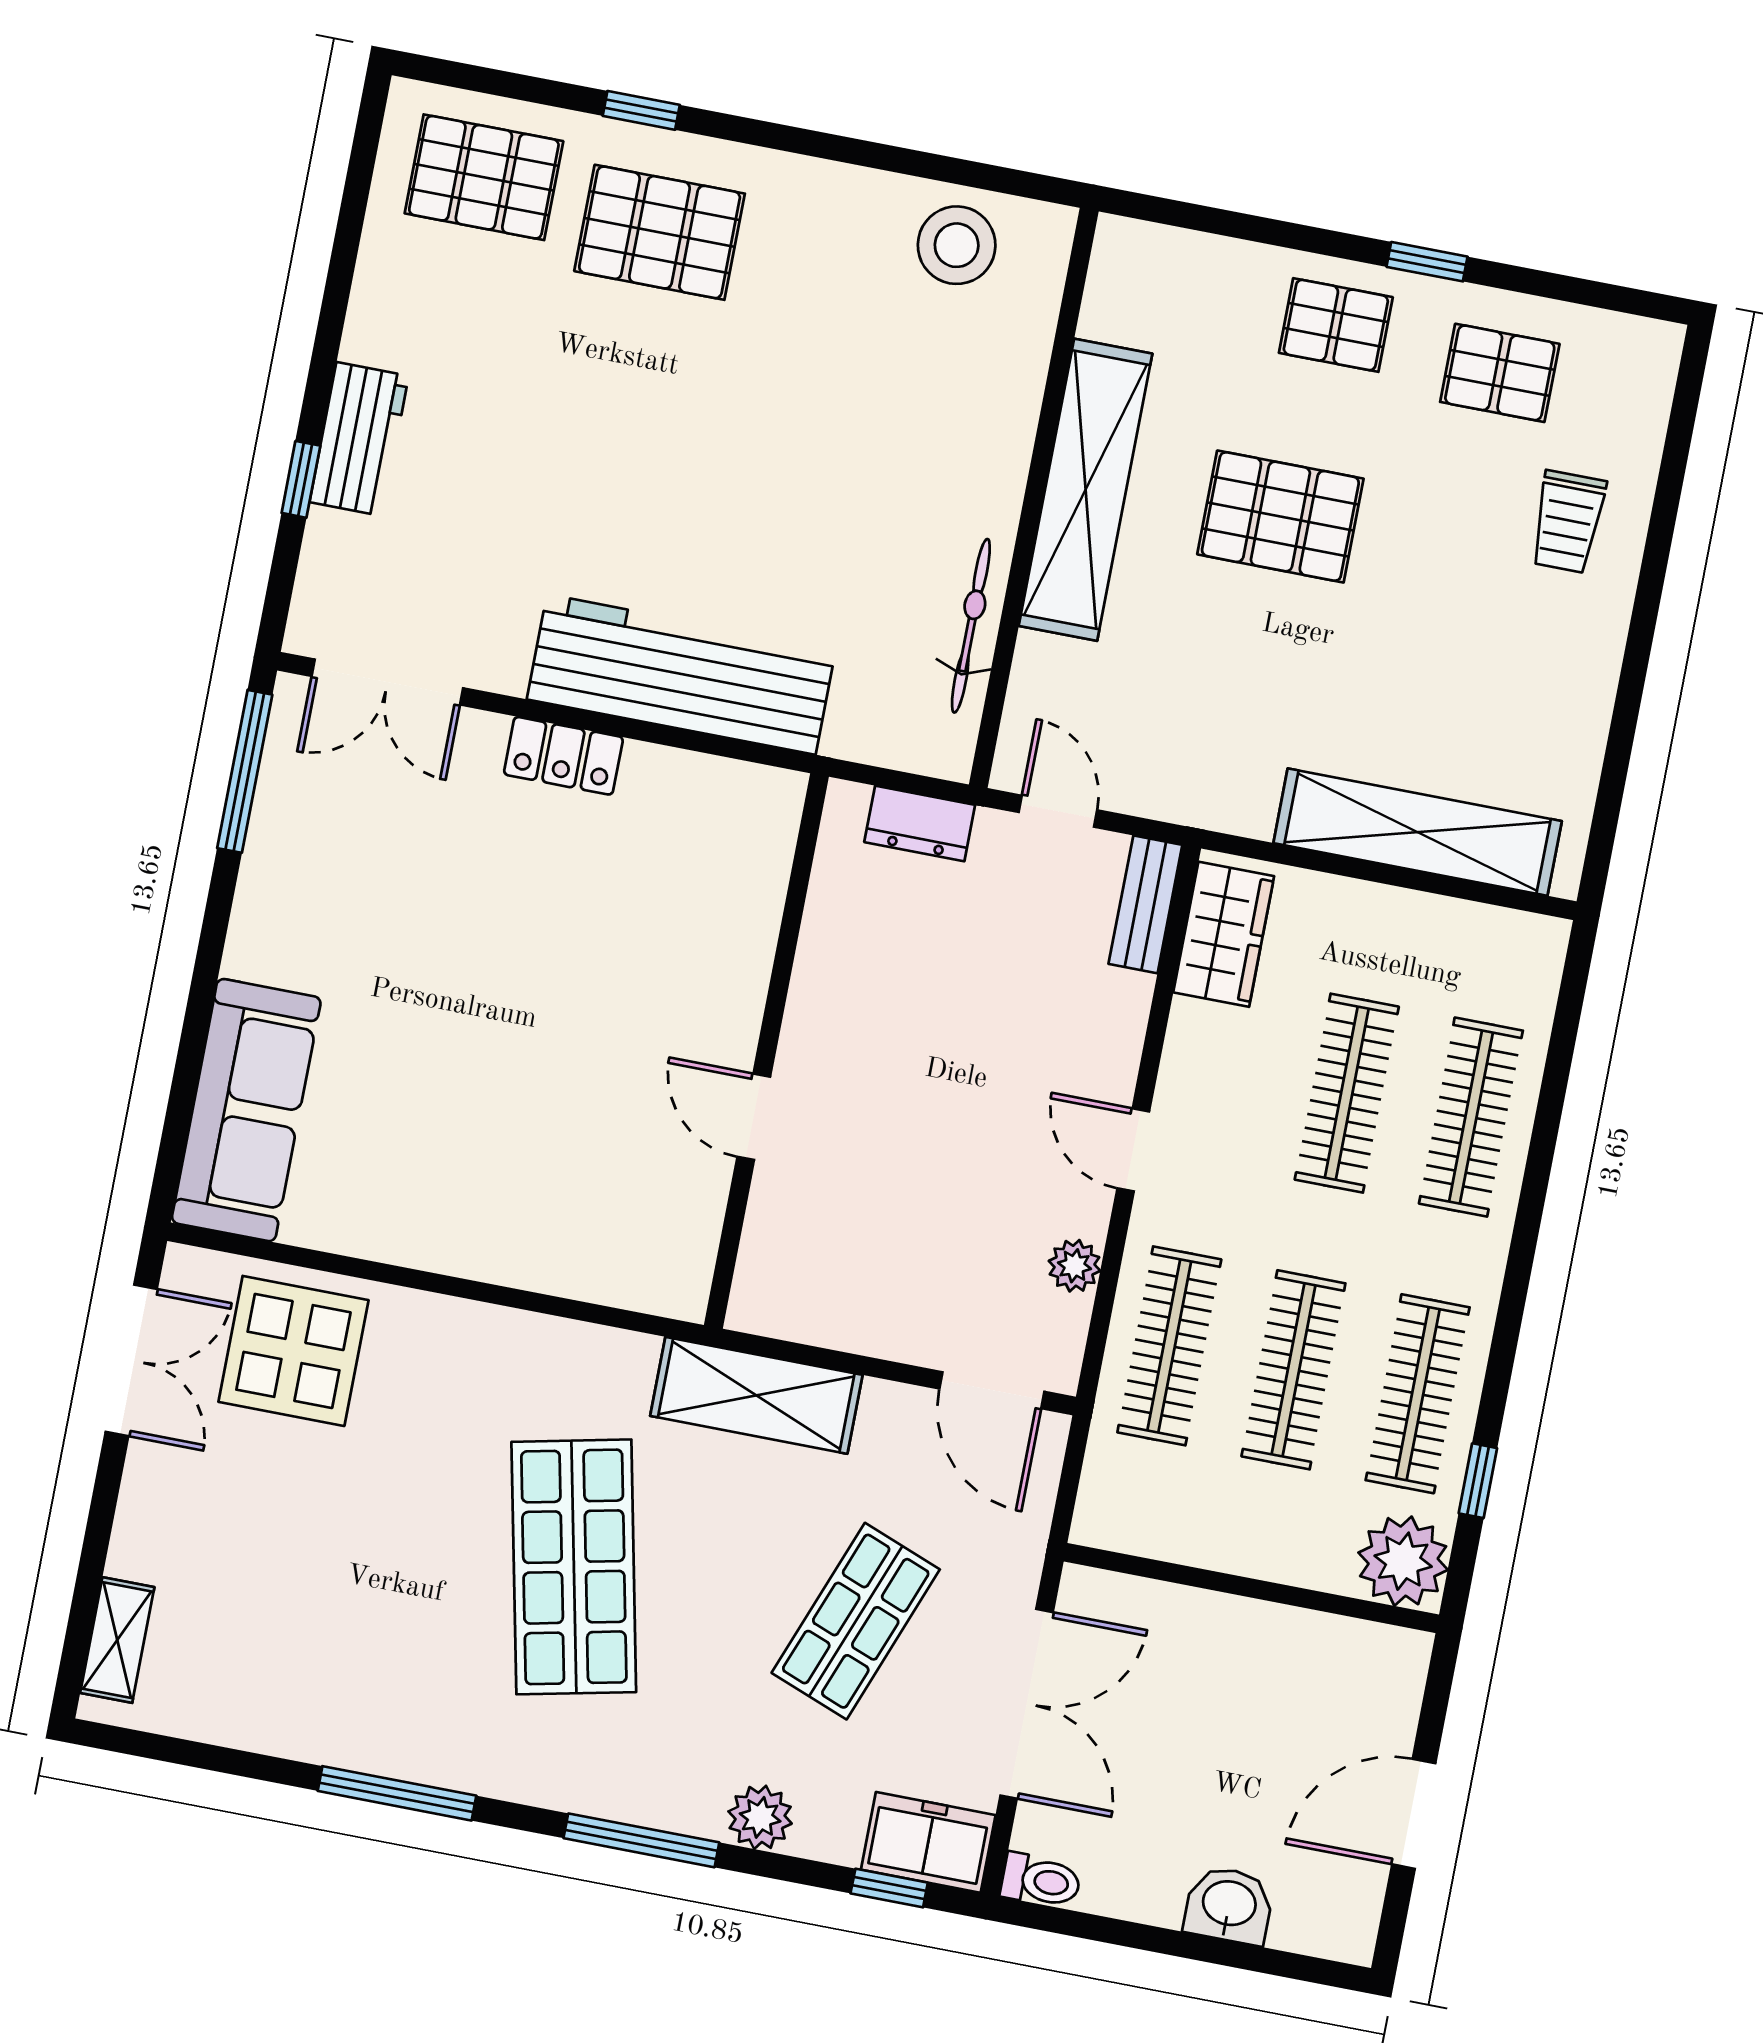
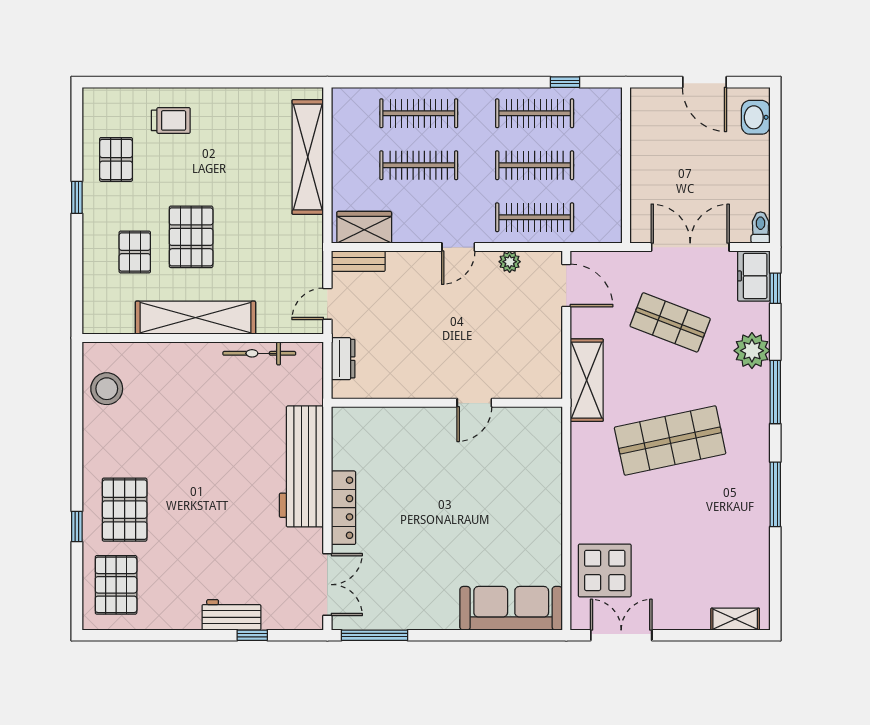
pallet: (1336, 325) -> (135, 252), moved
locker: (563, 756) -> (343, 508), width x1.53
door: (992, 1390) -> (566, 285), hinge flipped
plant: (1403, 1561) -> (603, 106), removed
plant: (760, 1817) -> (752, 351), width x1.36, depth x1.36
washbasin: (1229, 1905) -> (756, 117), moved

